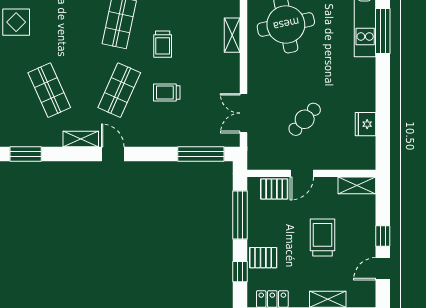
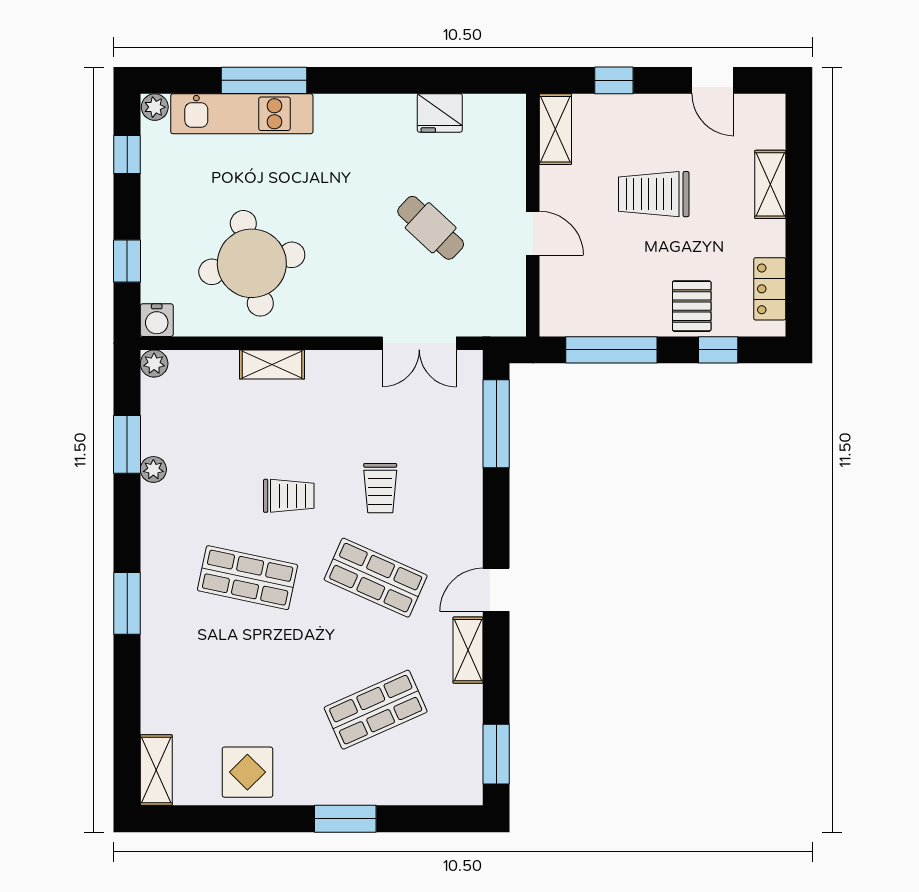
pallet: (274, 189) -> (562, 285), removed
window: (383, 236) -> (614, 80), moved

